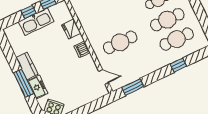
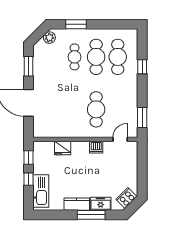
kitchen sink: (36, 22) -> (41, 191), moved
dishwasher: (82, 49) -> (96, 147), moved

